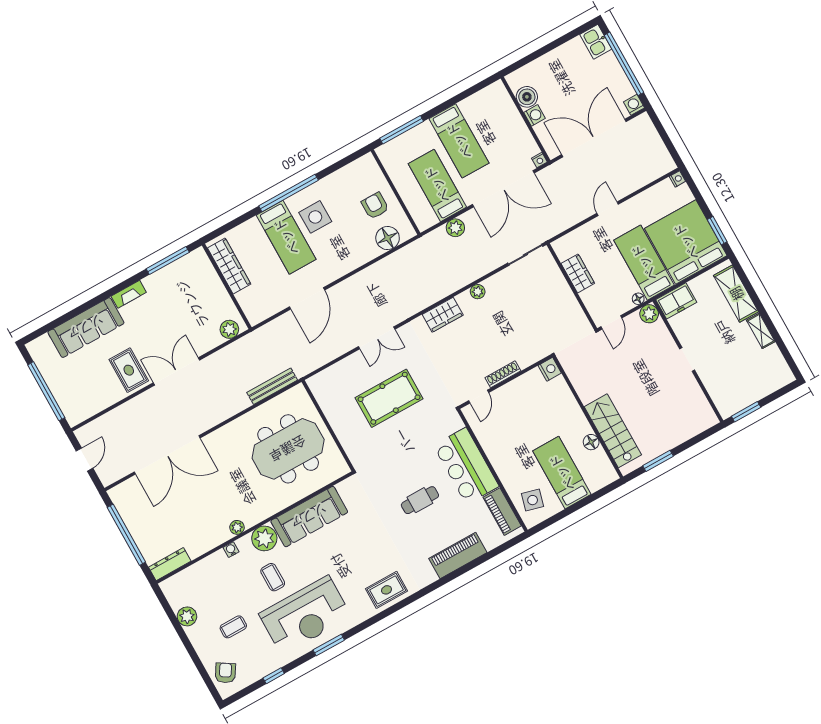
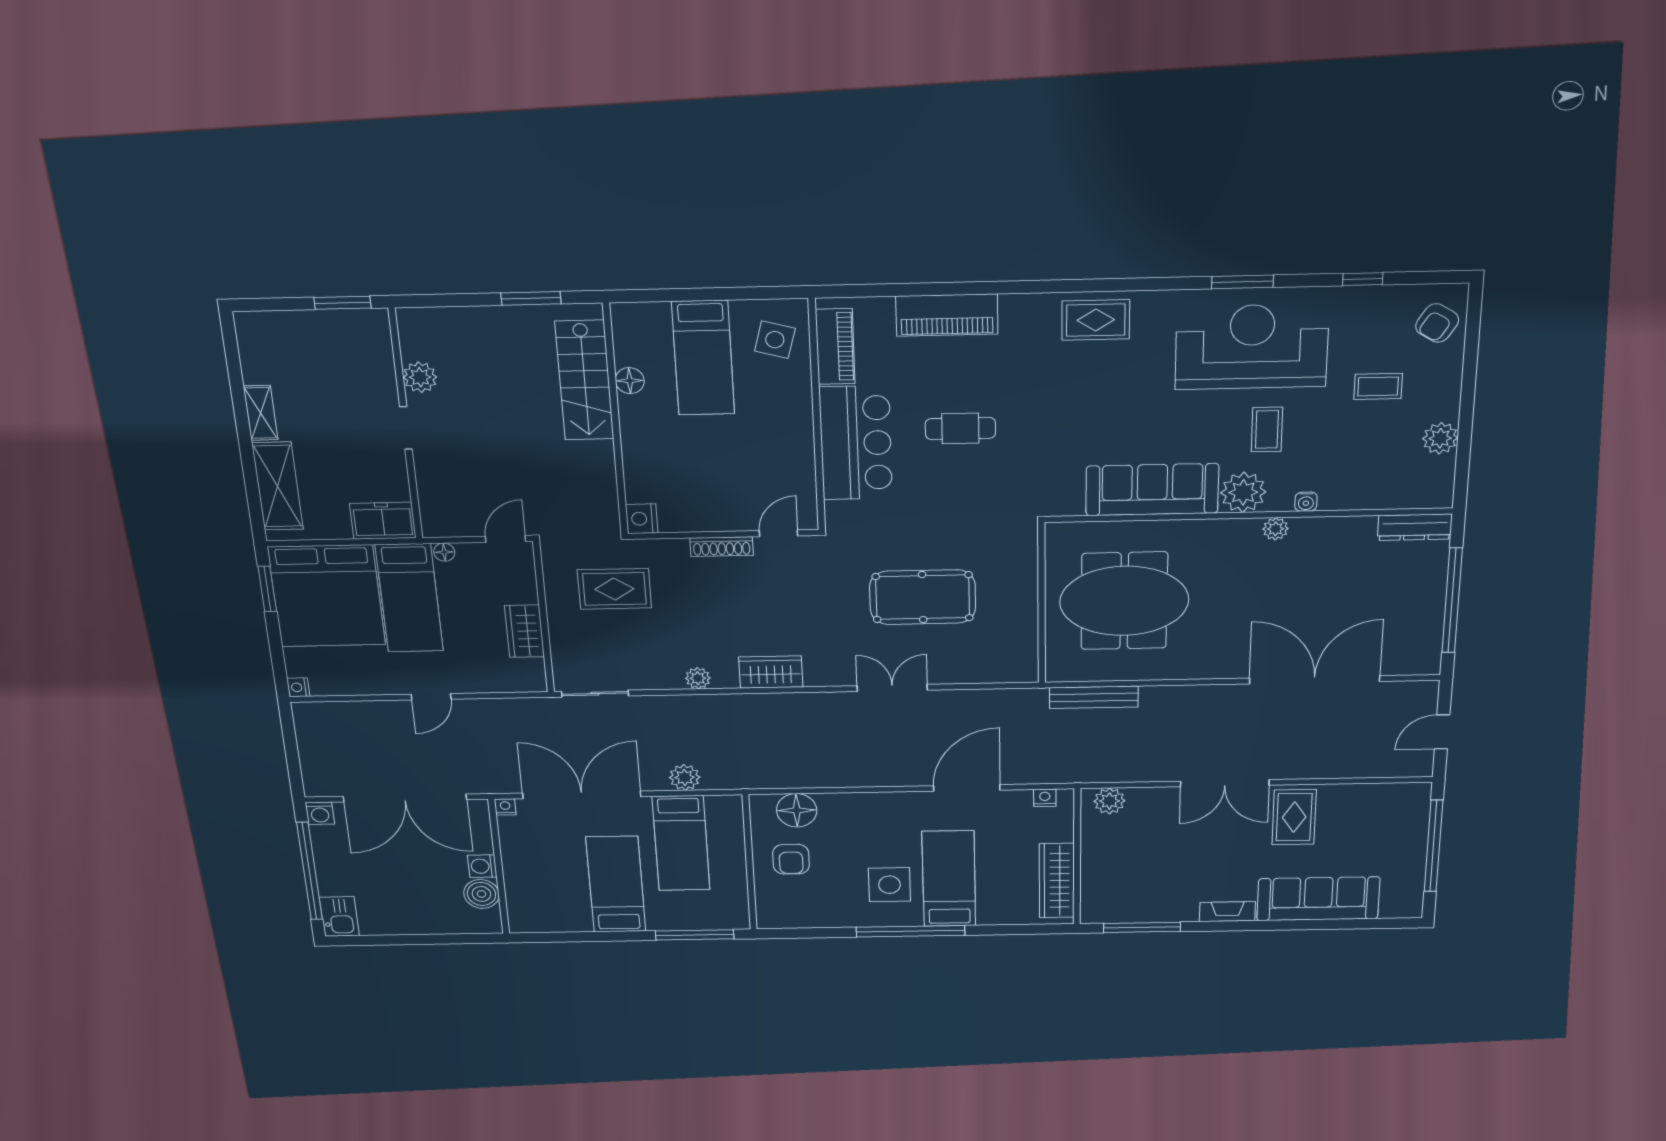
nightstand: (264, 314) -> (1045, 798), added
plant: (649, 314) -> (420, 377), moved
rug: (544, 322) -> (614, 589), added

